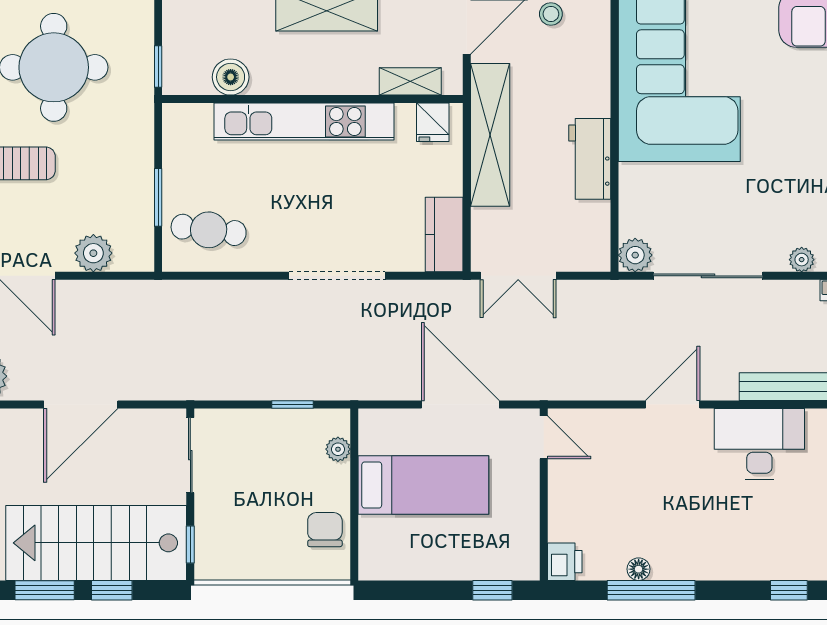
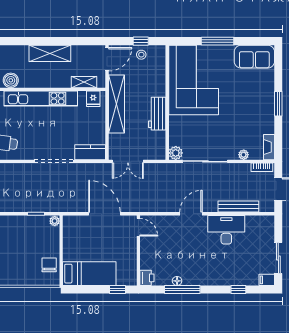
kitchen counter: (444, 235) -> (90, 152), moved, turned 90
plant: (338, 449) -> (55, 221), moved
bed: (423, 485) -> (89, 274), moved

